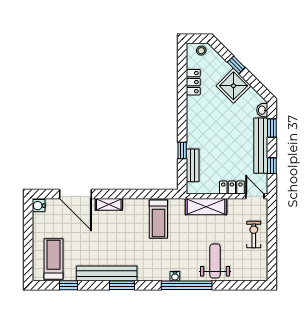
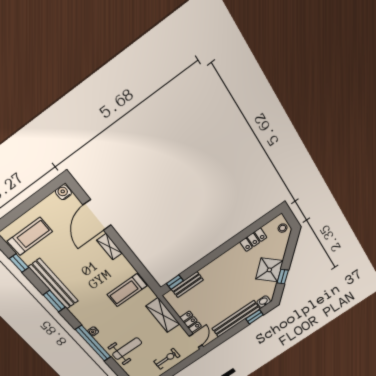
window: (236, 65) -> (283, 277), moved
window: (182, 150) -> (175, 282), moved
window: (272, 166) -> (226, 336), removed

